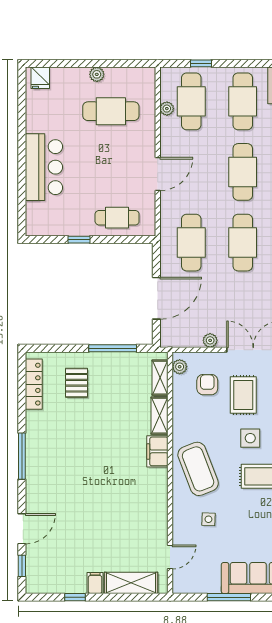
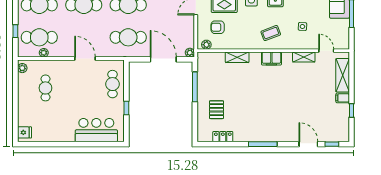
plant: (97, 74) -> (22, 68), moved
cafe table: (111, 111) -> (45, 88), width x0.73, depth x0.74
bar counter: (44, 167) -> (96, 130), moved
plant: (210, 340) -> (190, 53), moved
shelving: (160, 378) -> (304, 57), moved
pallet: (76, 383) -> (216, 110), turned 90
locker: (34, 384) -> (223, 137), width x0.66
filing cabinet: (157, 451) -> (271, 59), moved
coffee table: (198, 469) -> (271, 33), width x0.54, depth x0.58

